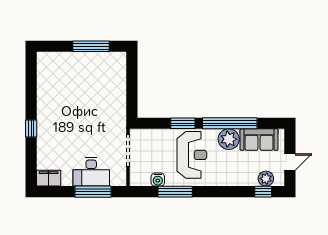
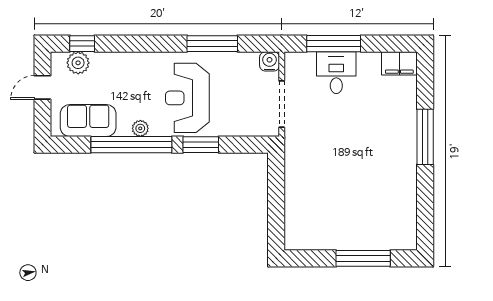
window: (91, 46) -> (363, 258), moved
window: (31, 129) -> (425, 137), width x2.17
plant: (229, 139) -> (140, 128), width x0.53, depth x0.53
desk: (91, 172) -> (336, 73), width x0.73
water cooler: (158, 180) -> (270, 61), moved

